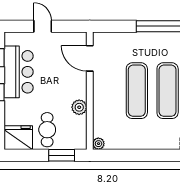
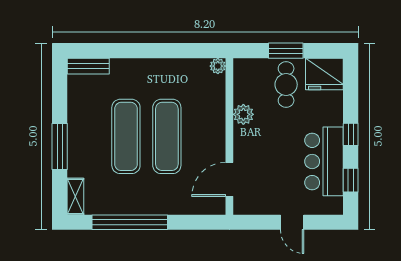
door: (90, 58) -> (229, 179), swing flipped
window: (62, 155) -> (286, 51), moved

